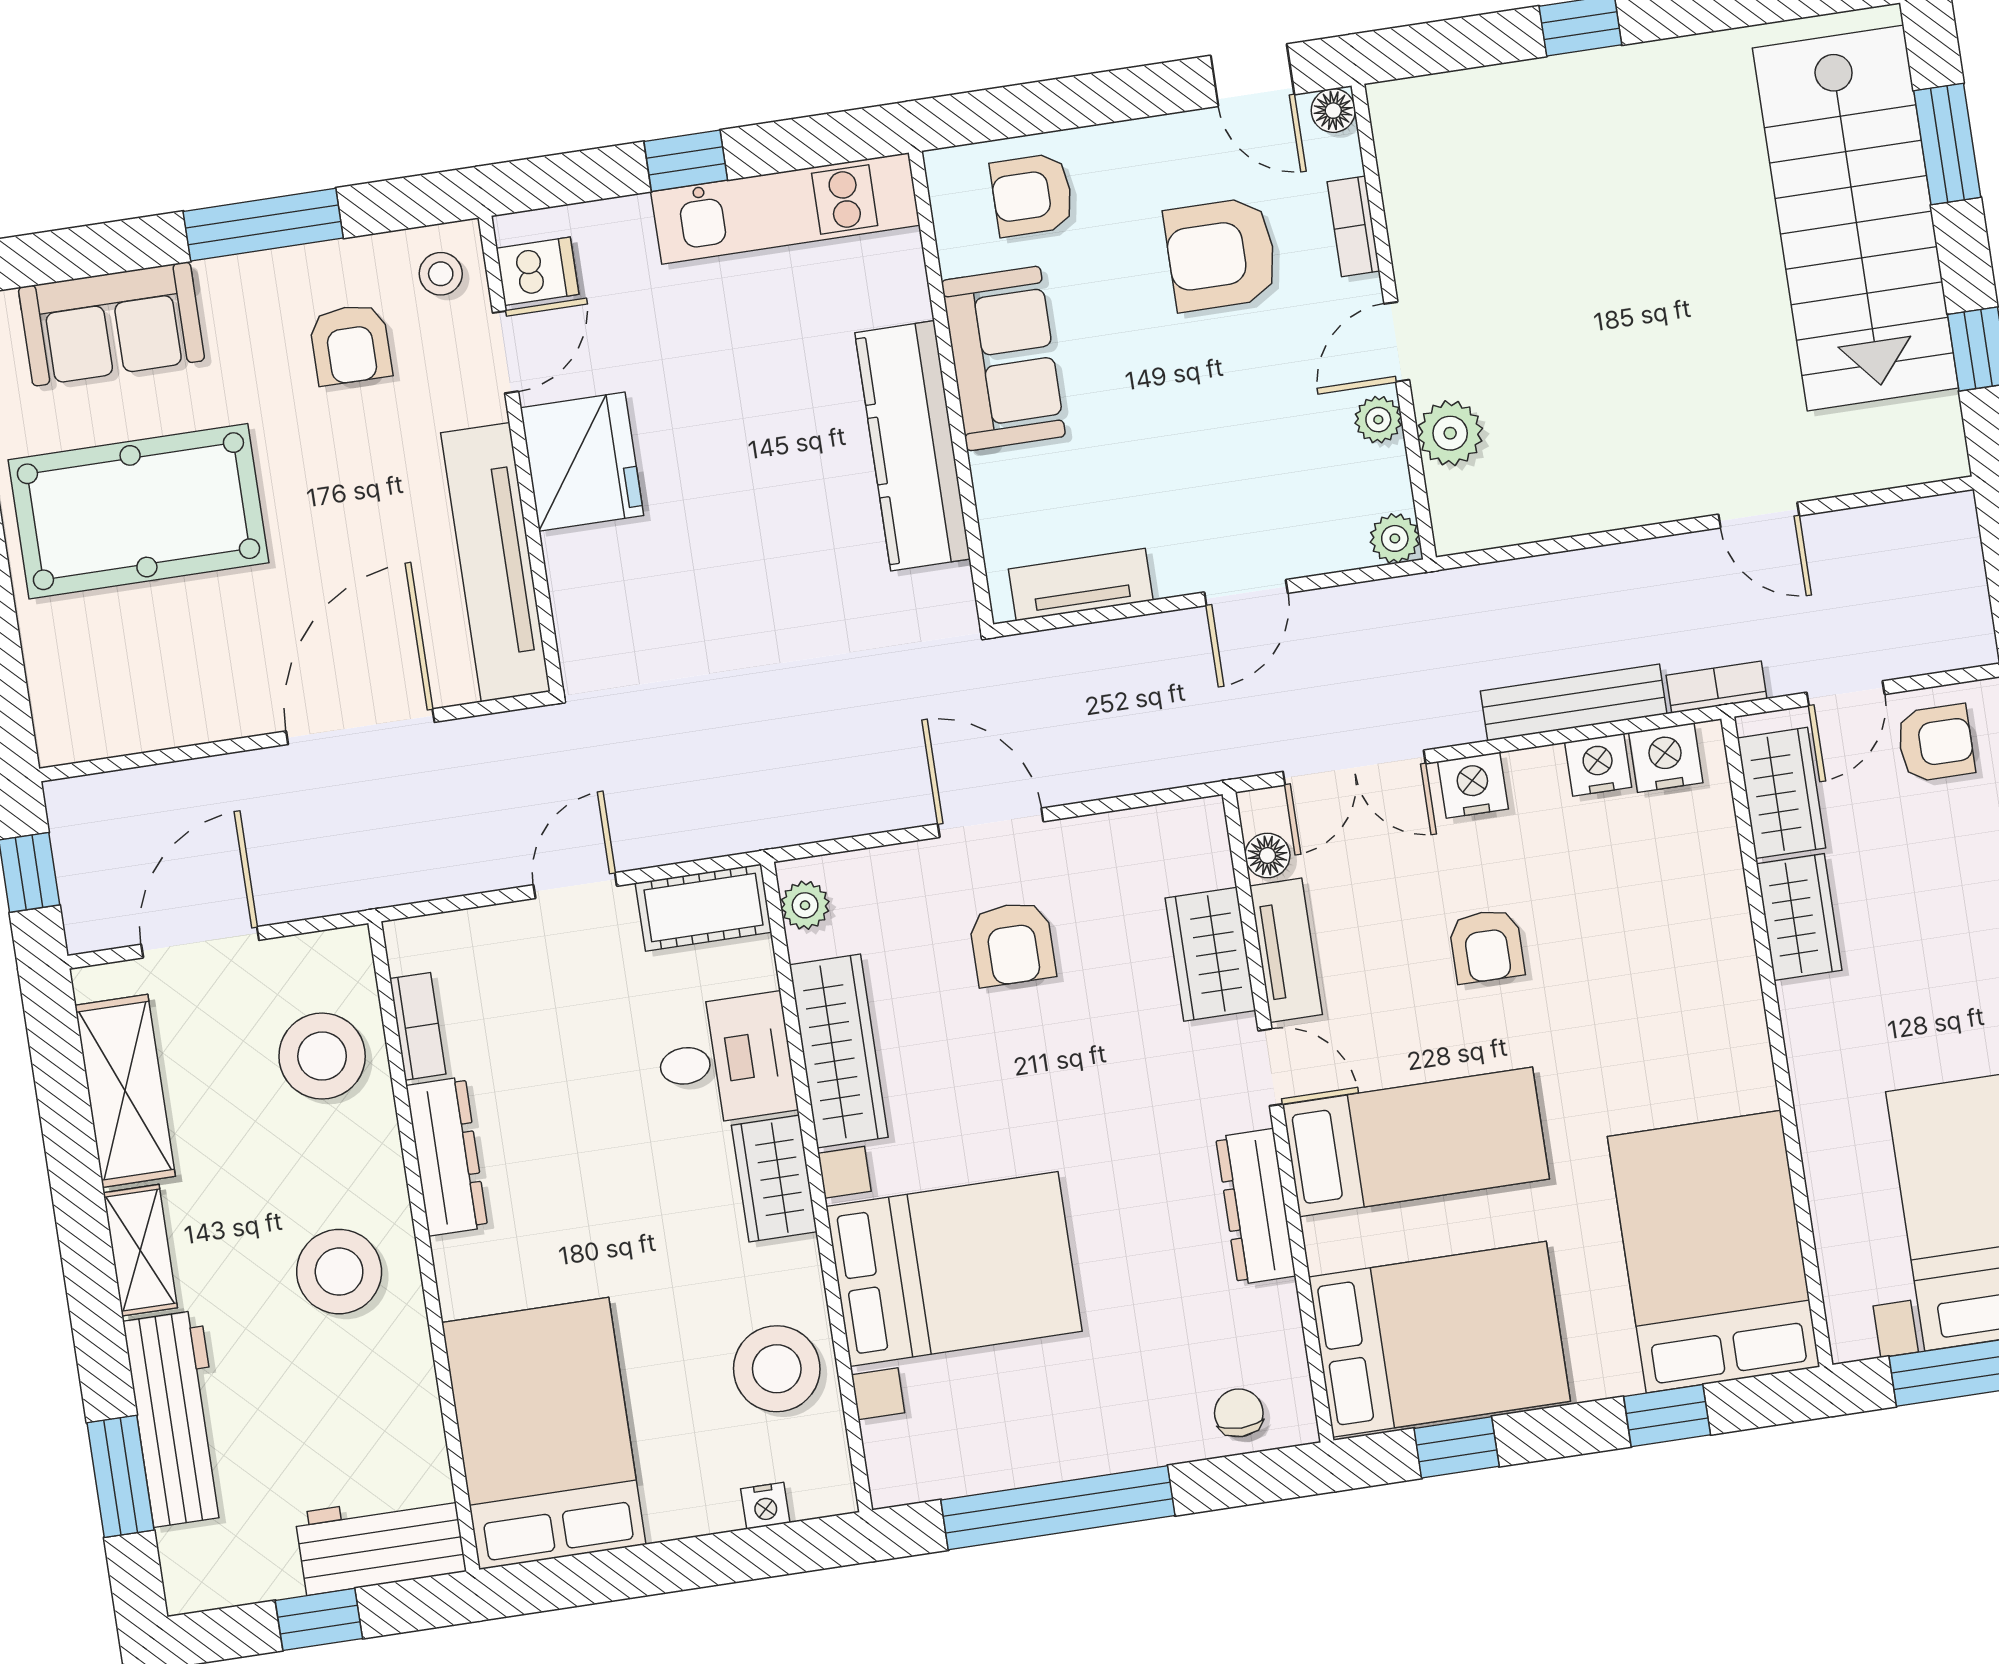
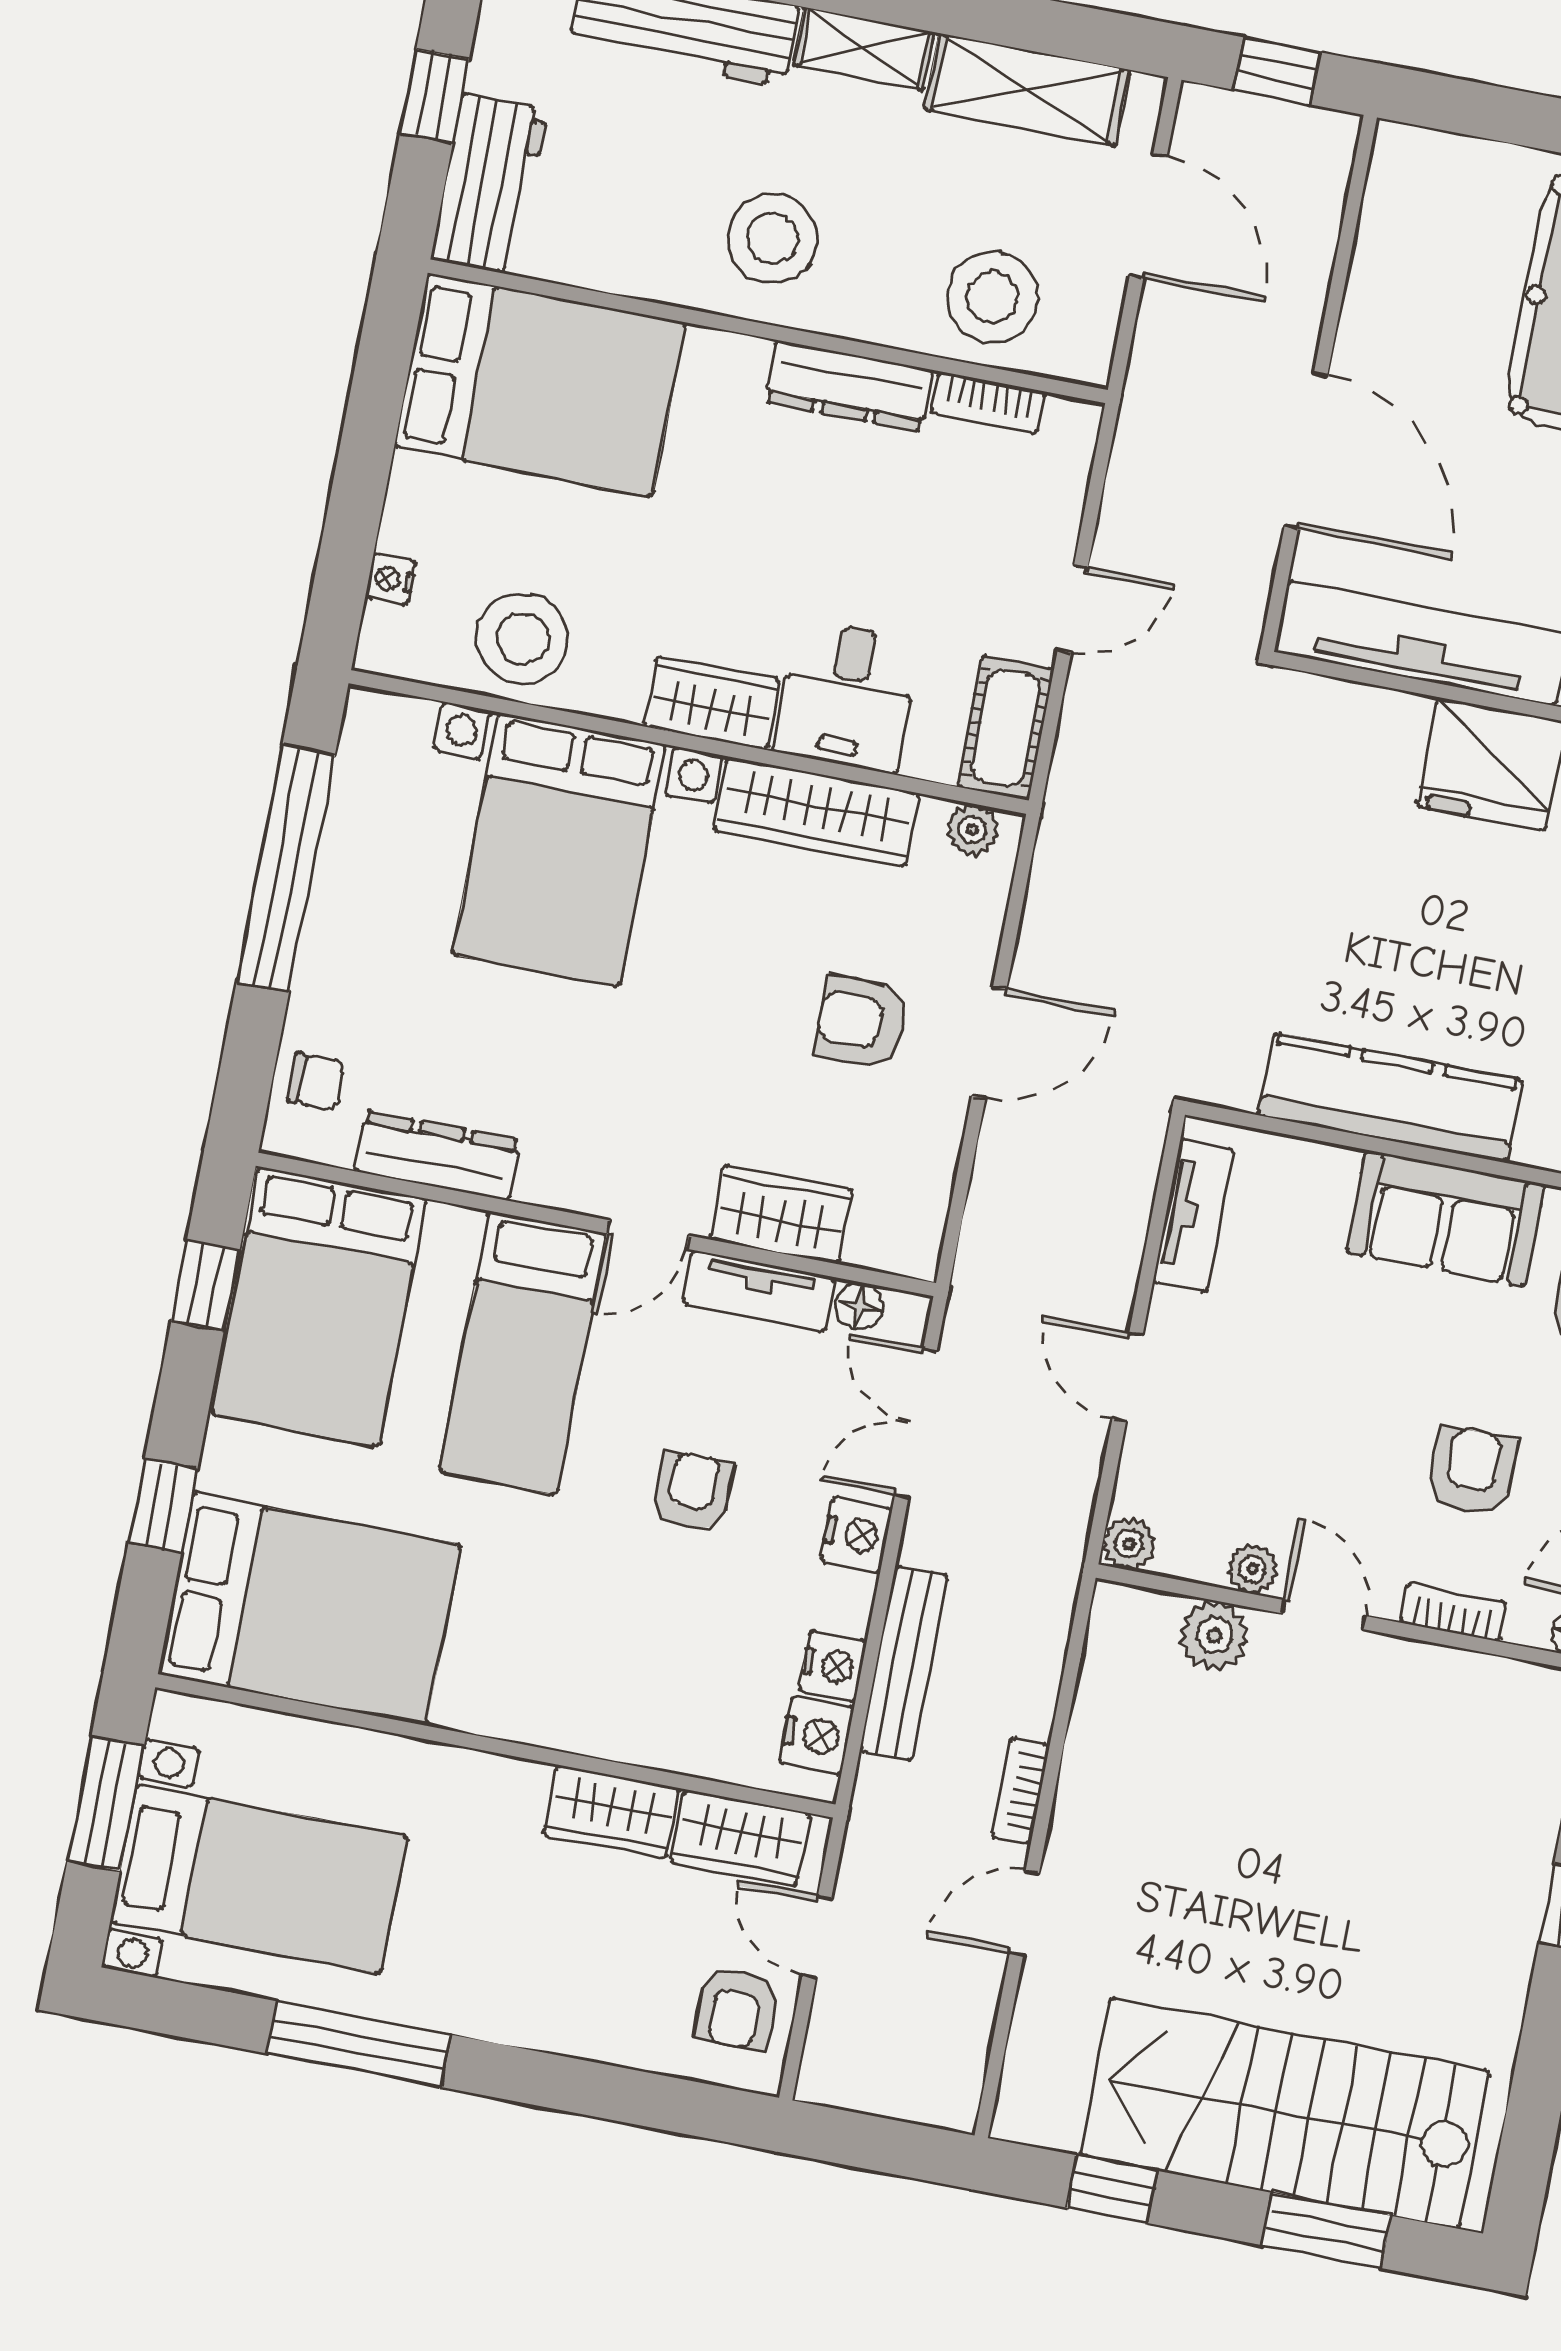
armchair: (1221, 254) -> (1472, 1471), width x0.72, depth x0.72
bookcase: (1717, 687) -> (1020, 1791), moved, turned 180
door: (575, 885) -> (1073, 608), hinge flipped
armchair: (1487, 946) -> (692, 1491), turned 90
dresser: (1256, 1207) -> (437, 1156), moved

